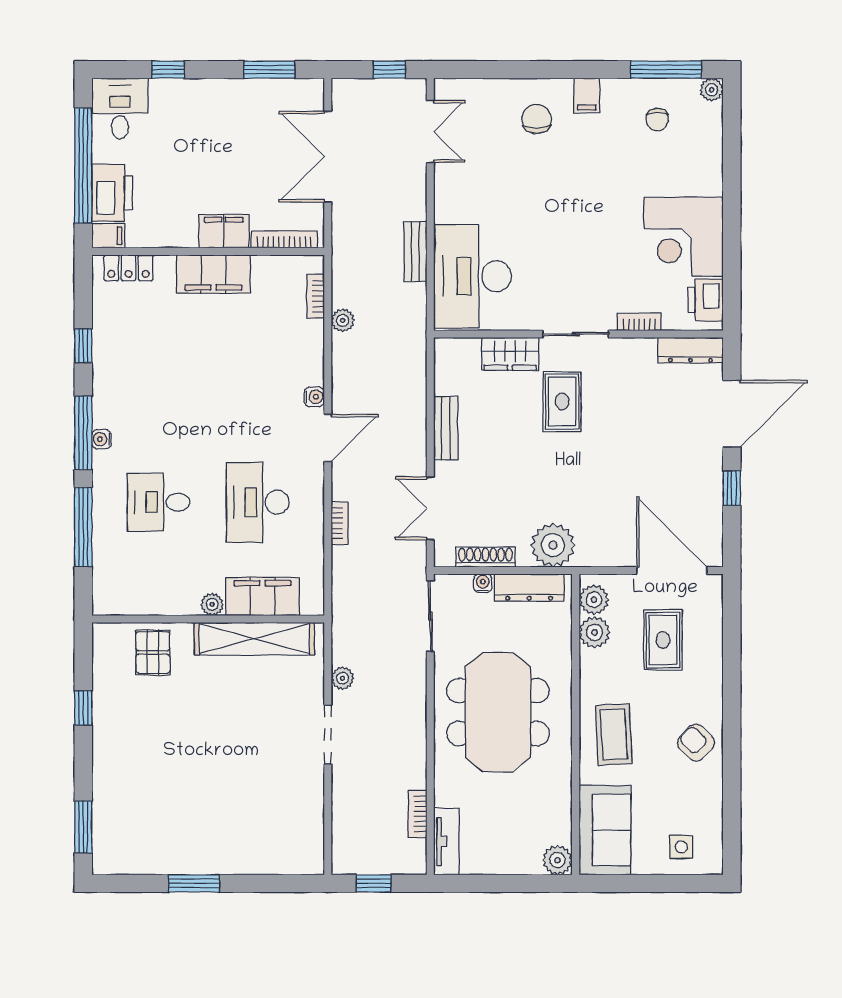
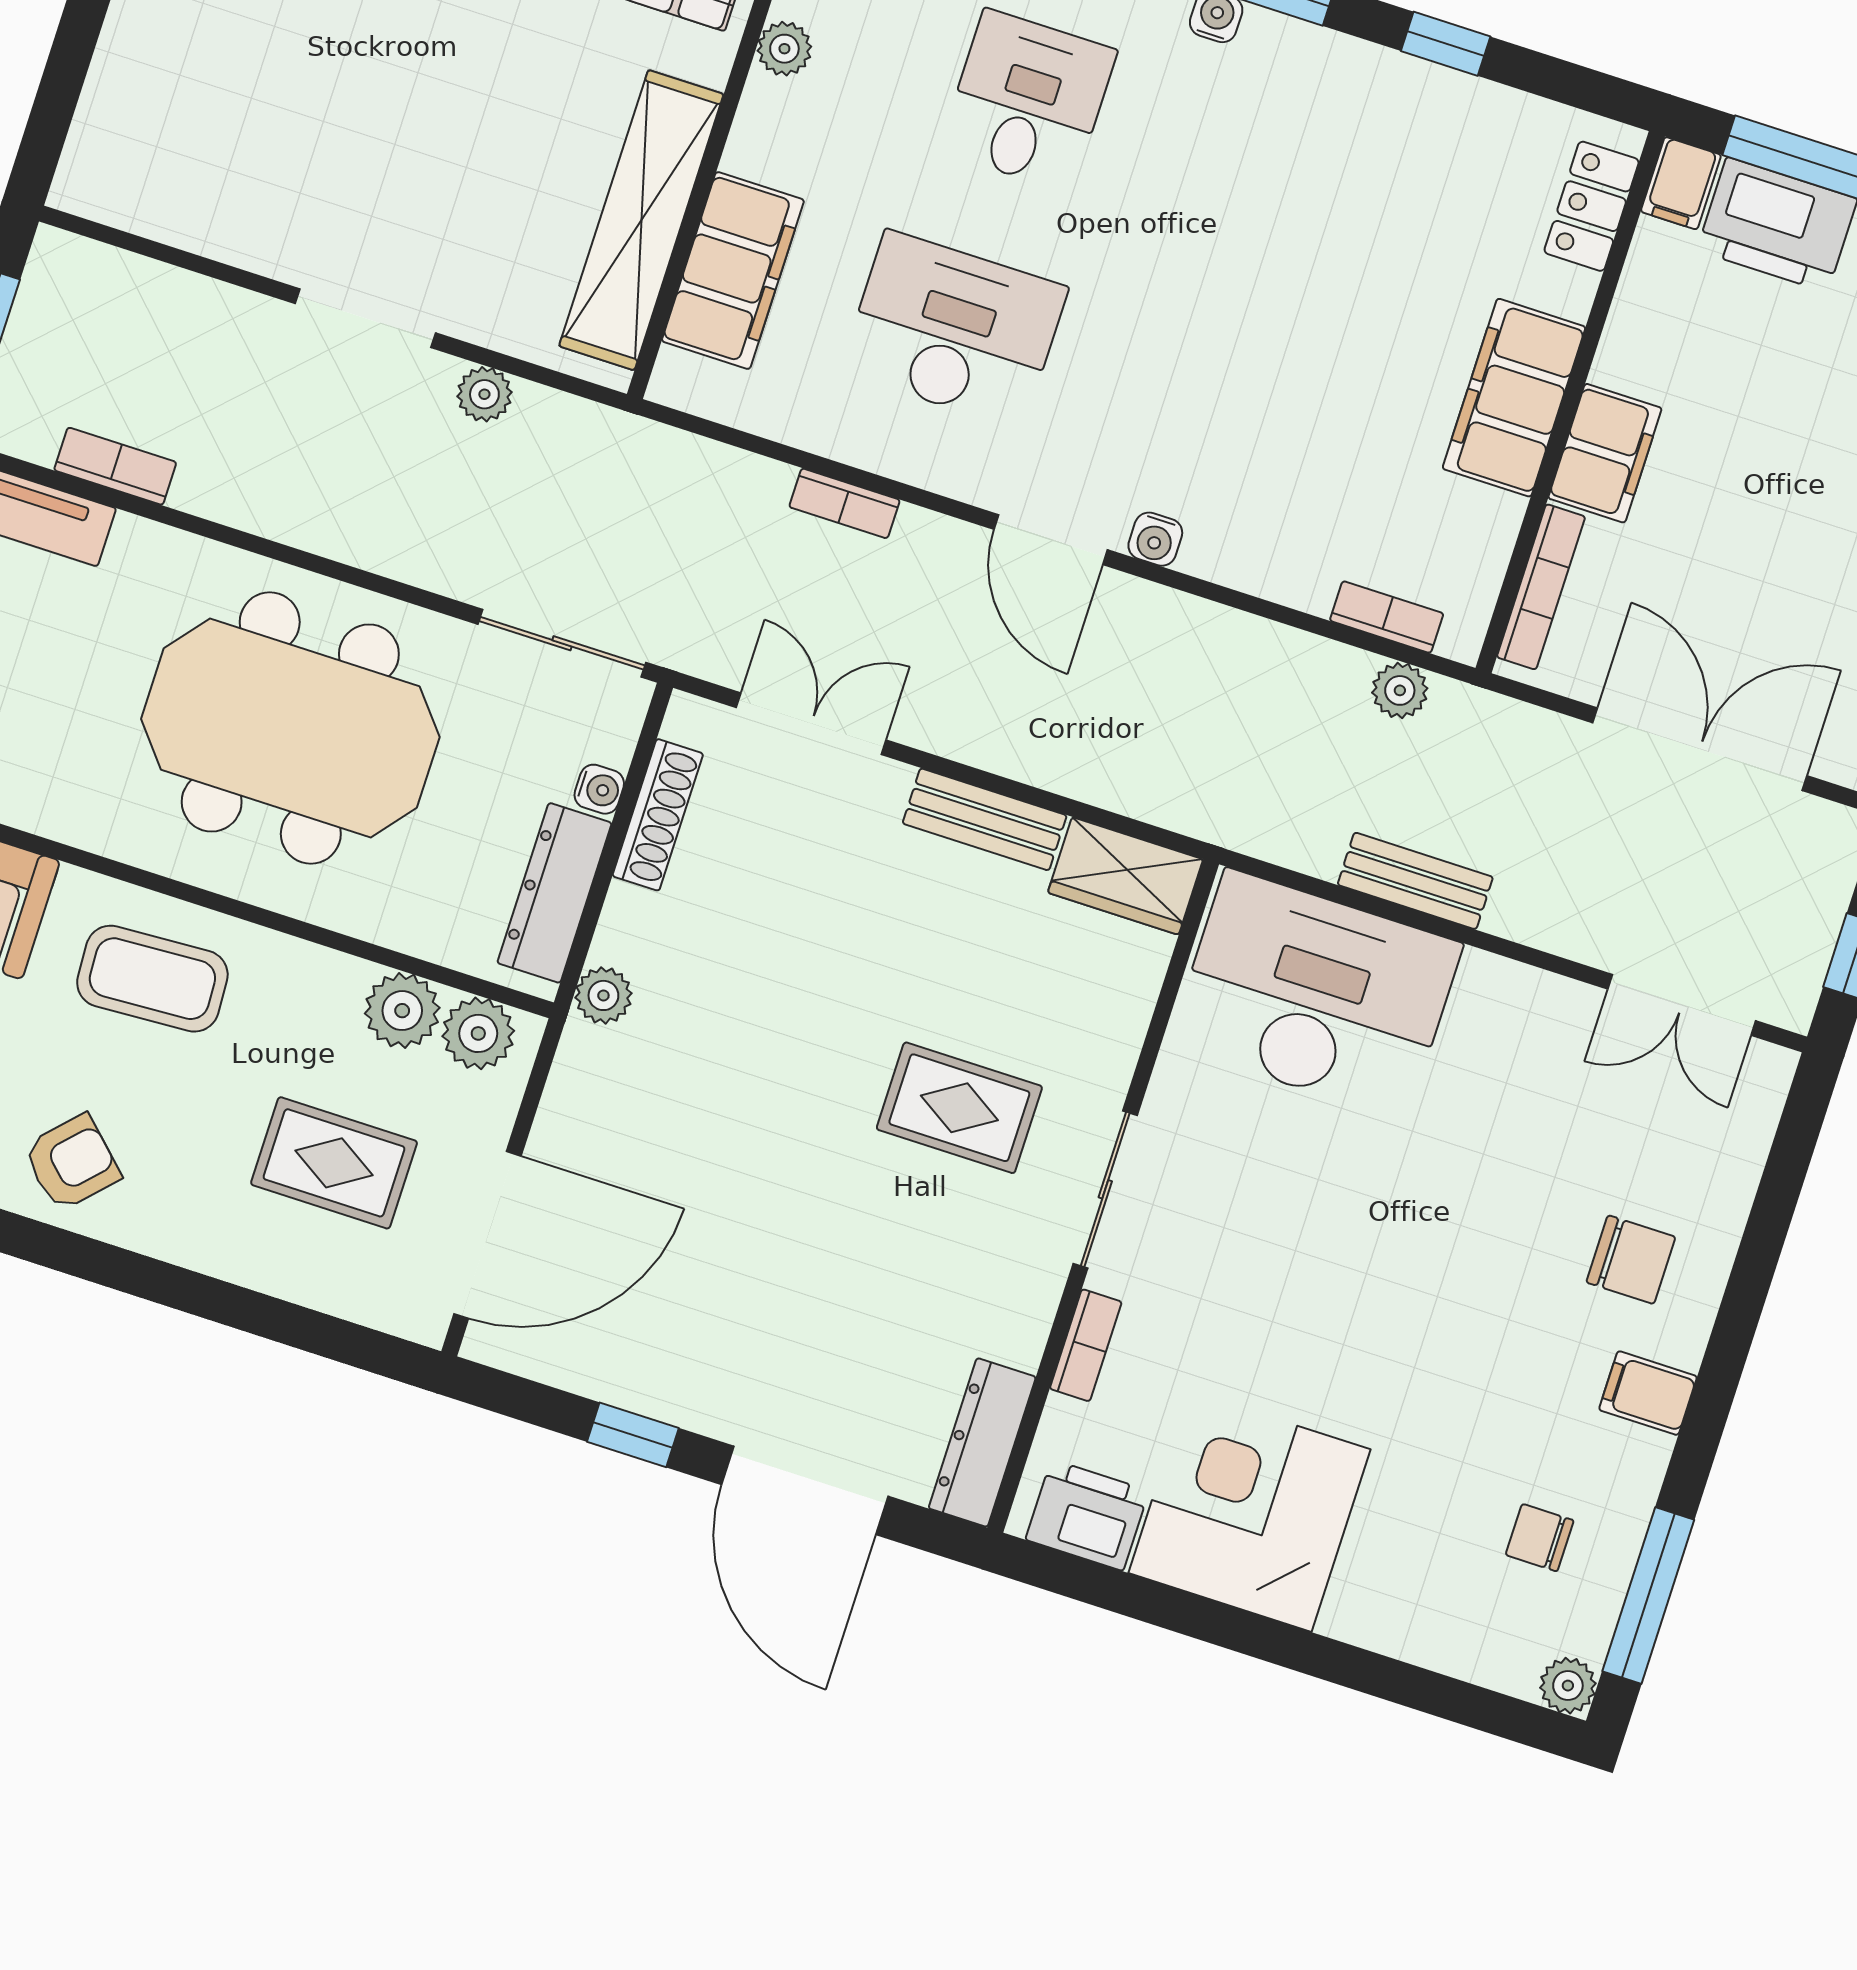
plant: (343, 320) -> (1400, 690), moved
wardrobe: (510, 354) -> (1125, 876), moved, turned -90
plant: (553, 545) -> (603, 995), width x0.53, depth x0.53
plant: (212, 604) -> (784, 49), moved

